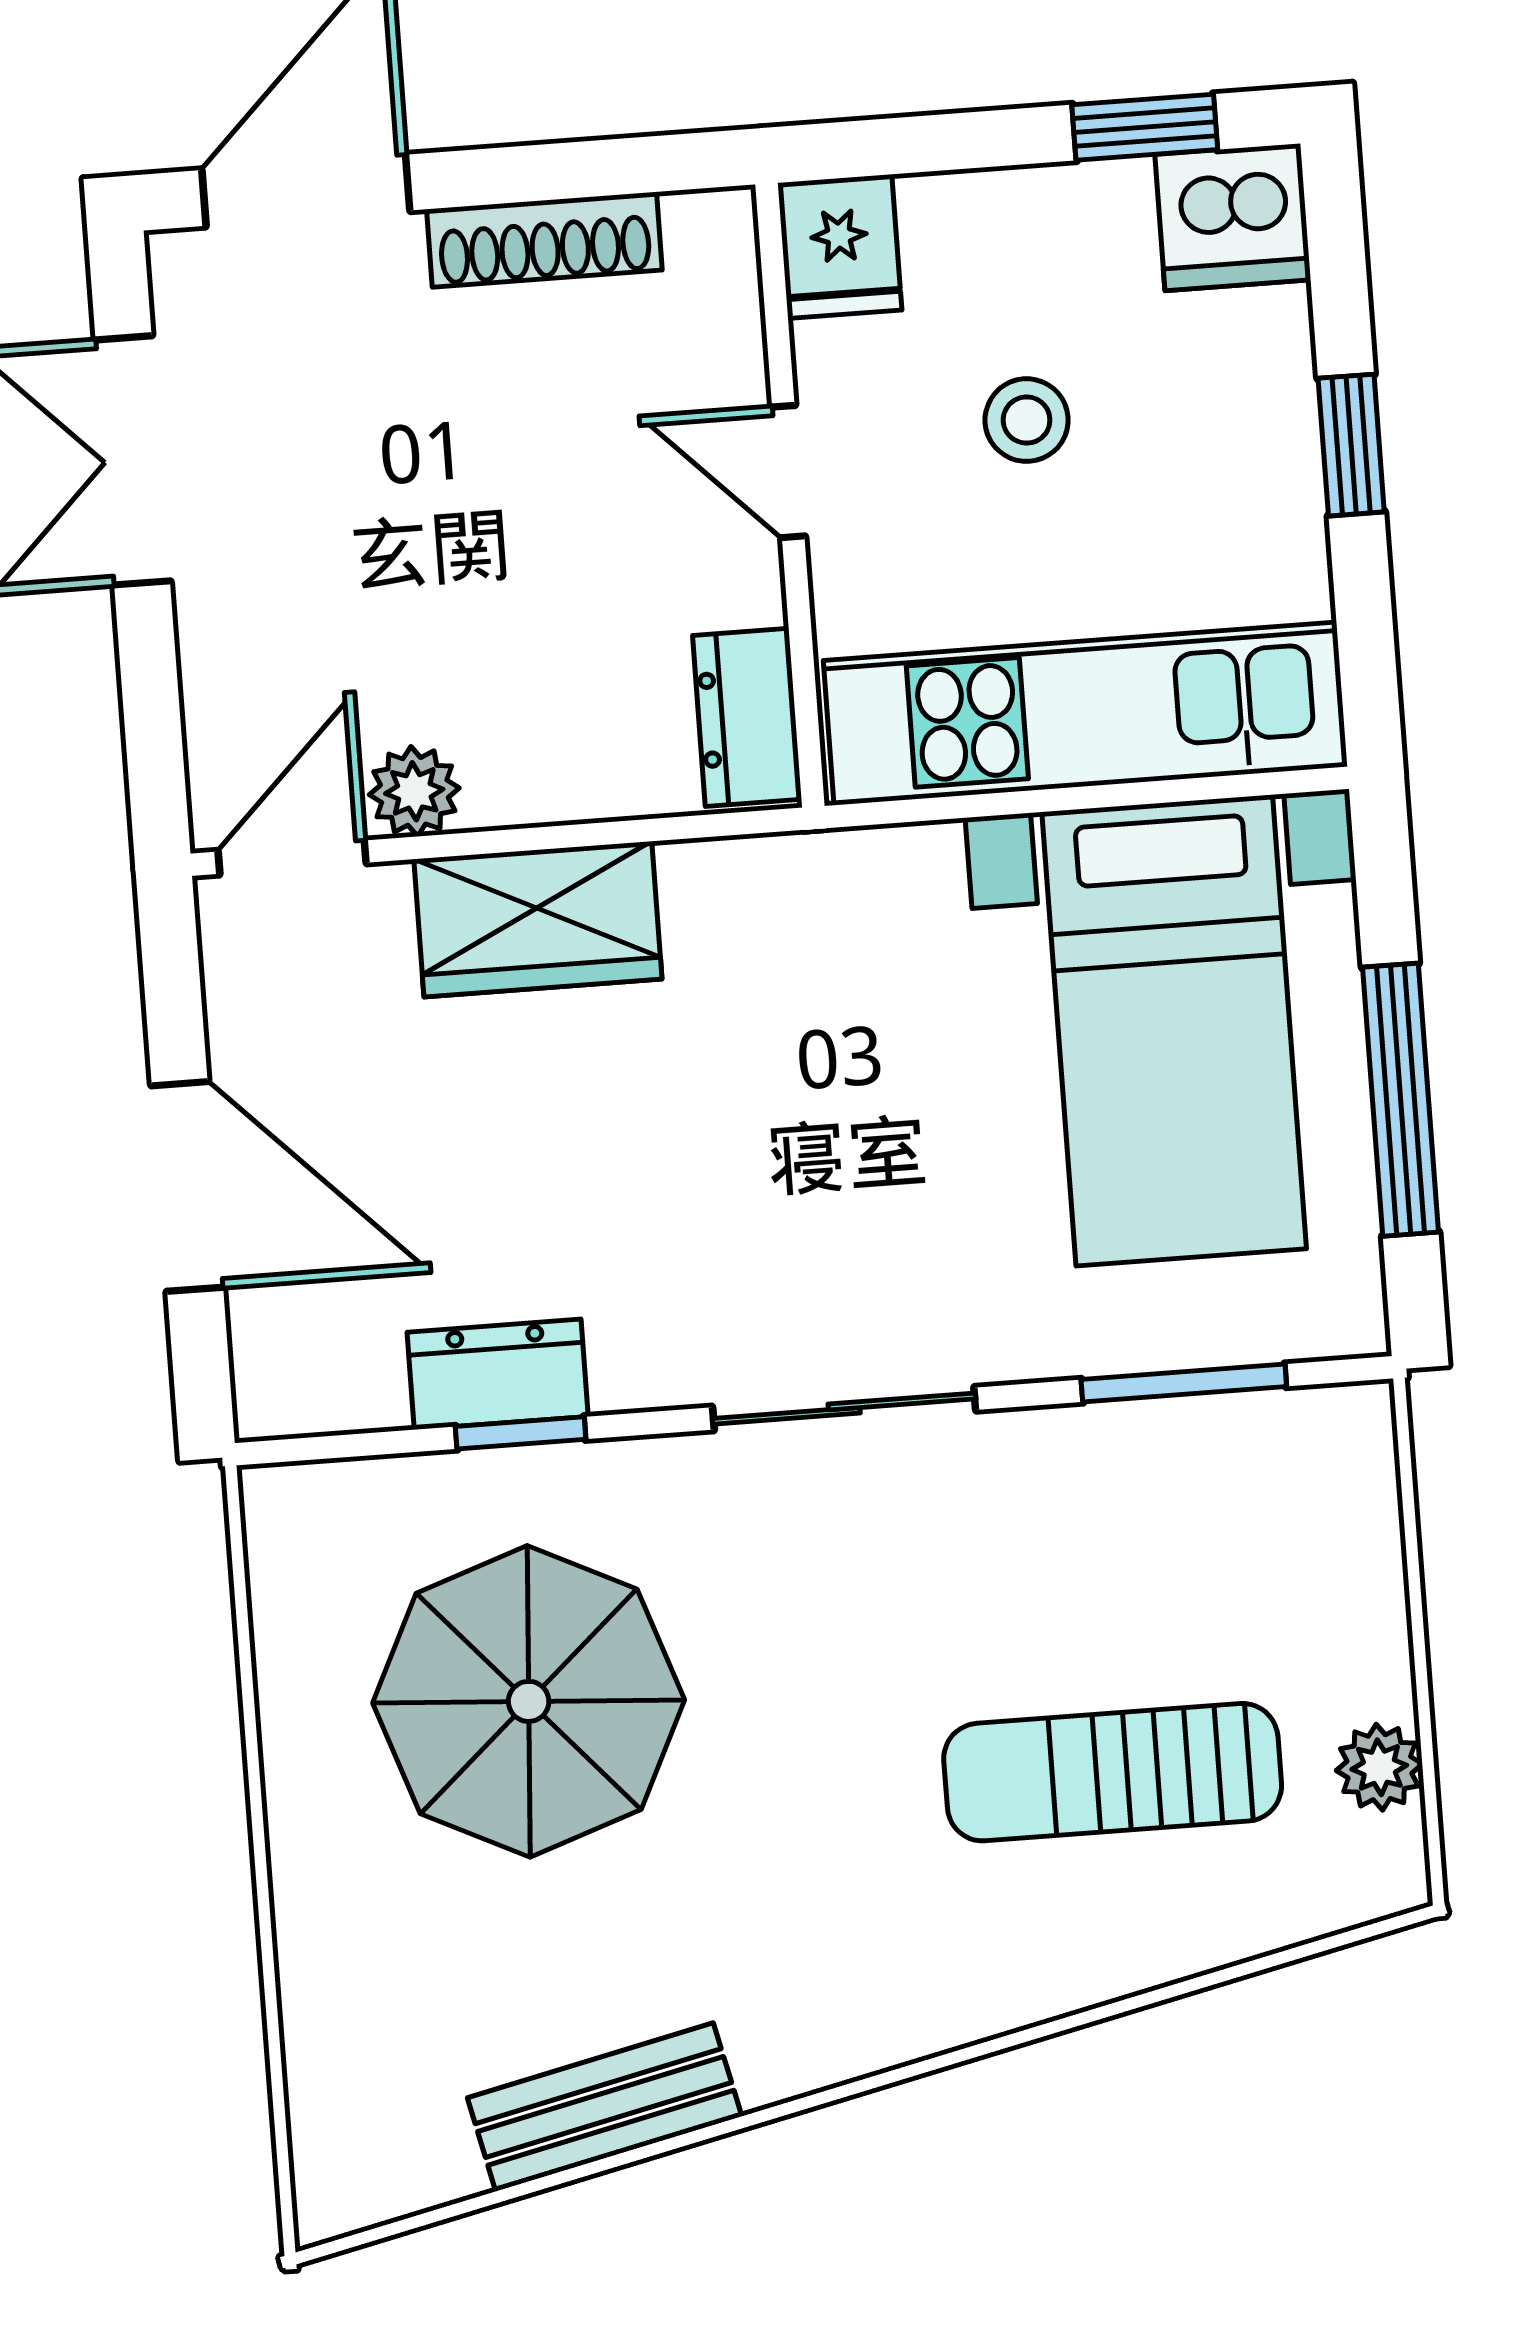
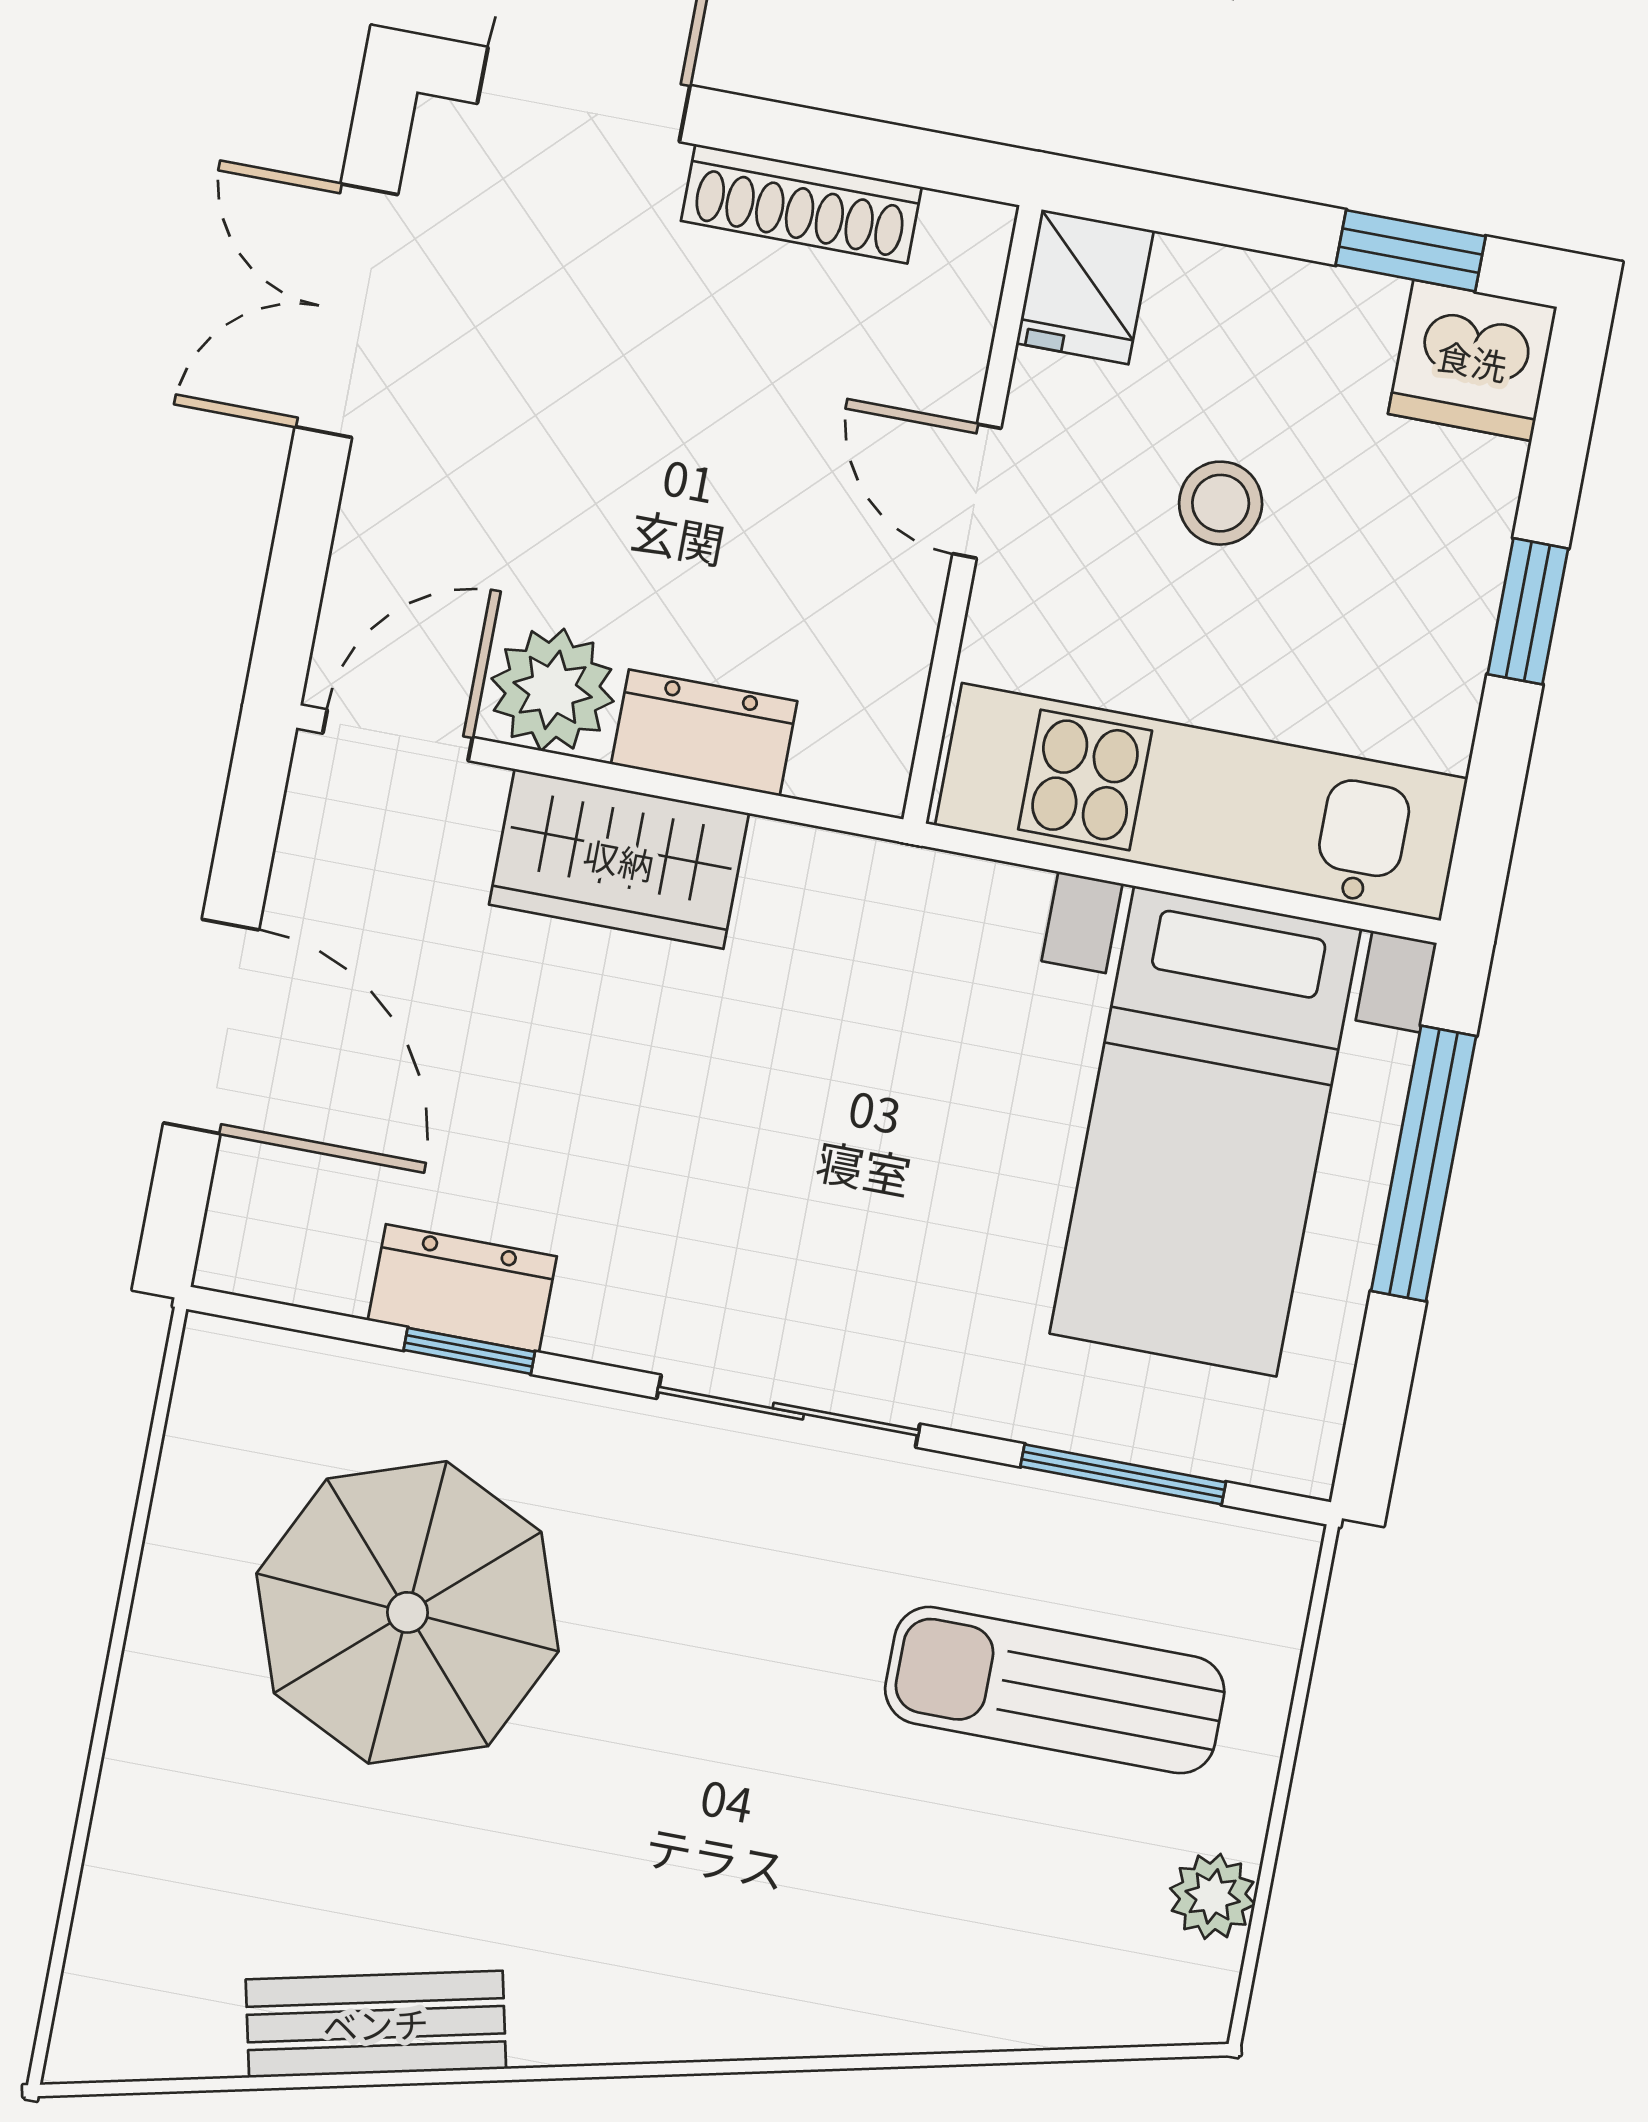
dresser: (747, 717) -> (704, 733), moved, turned 90
plant: (414, 791) -> (553, 690), width x1.38, depth x1.38
window: (1400, 1100) -> (1424, 1163), moved
sun lounger: (1113, 1772) -> (1055, 1690), moved

